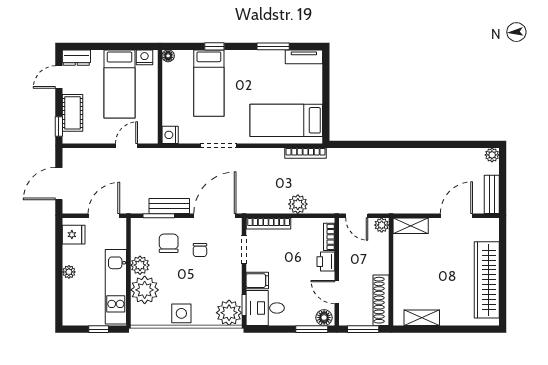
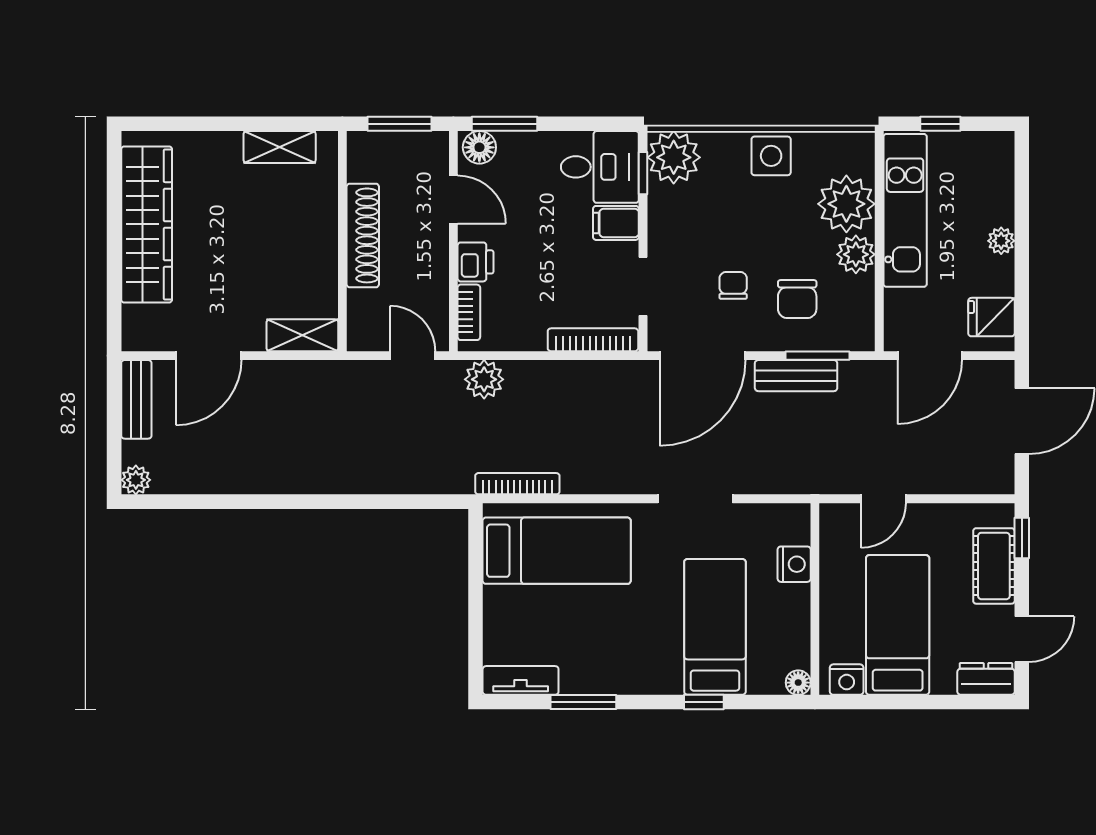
nightstand: (170, 135) -> (794, 564), moved
plant: (298, 204) -> (484, 379), moved
plant: (382, 225) -> (362, 337), removed
shoe rack: (381, 300) -> (363, 235), moved

